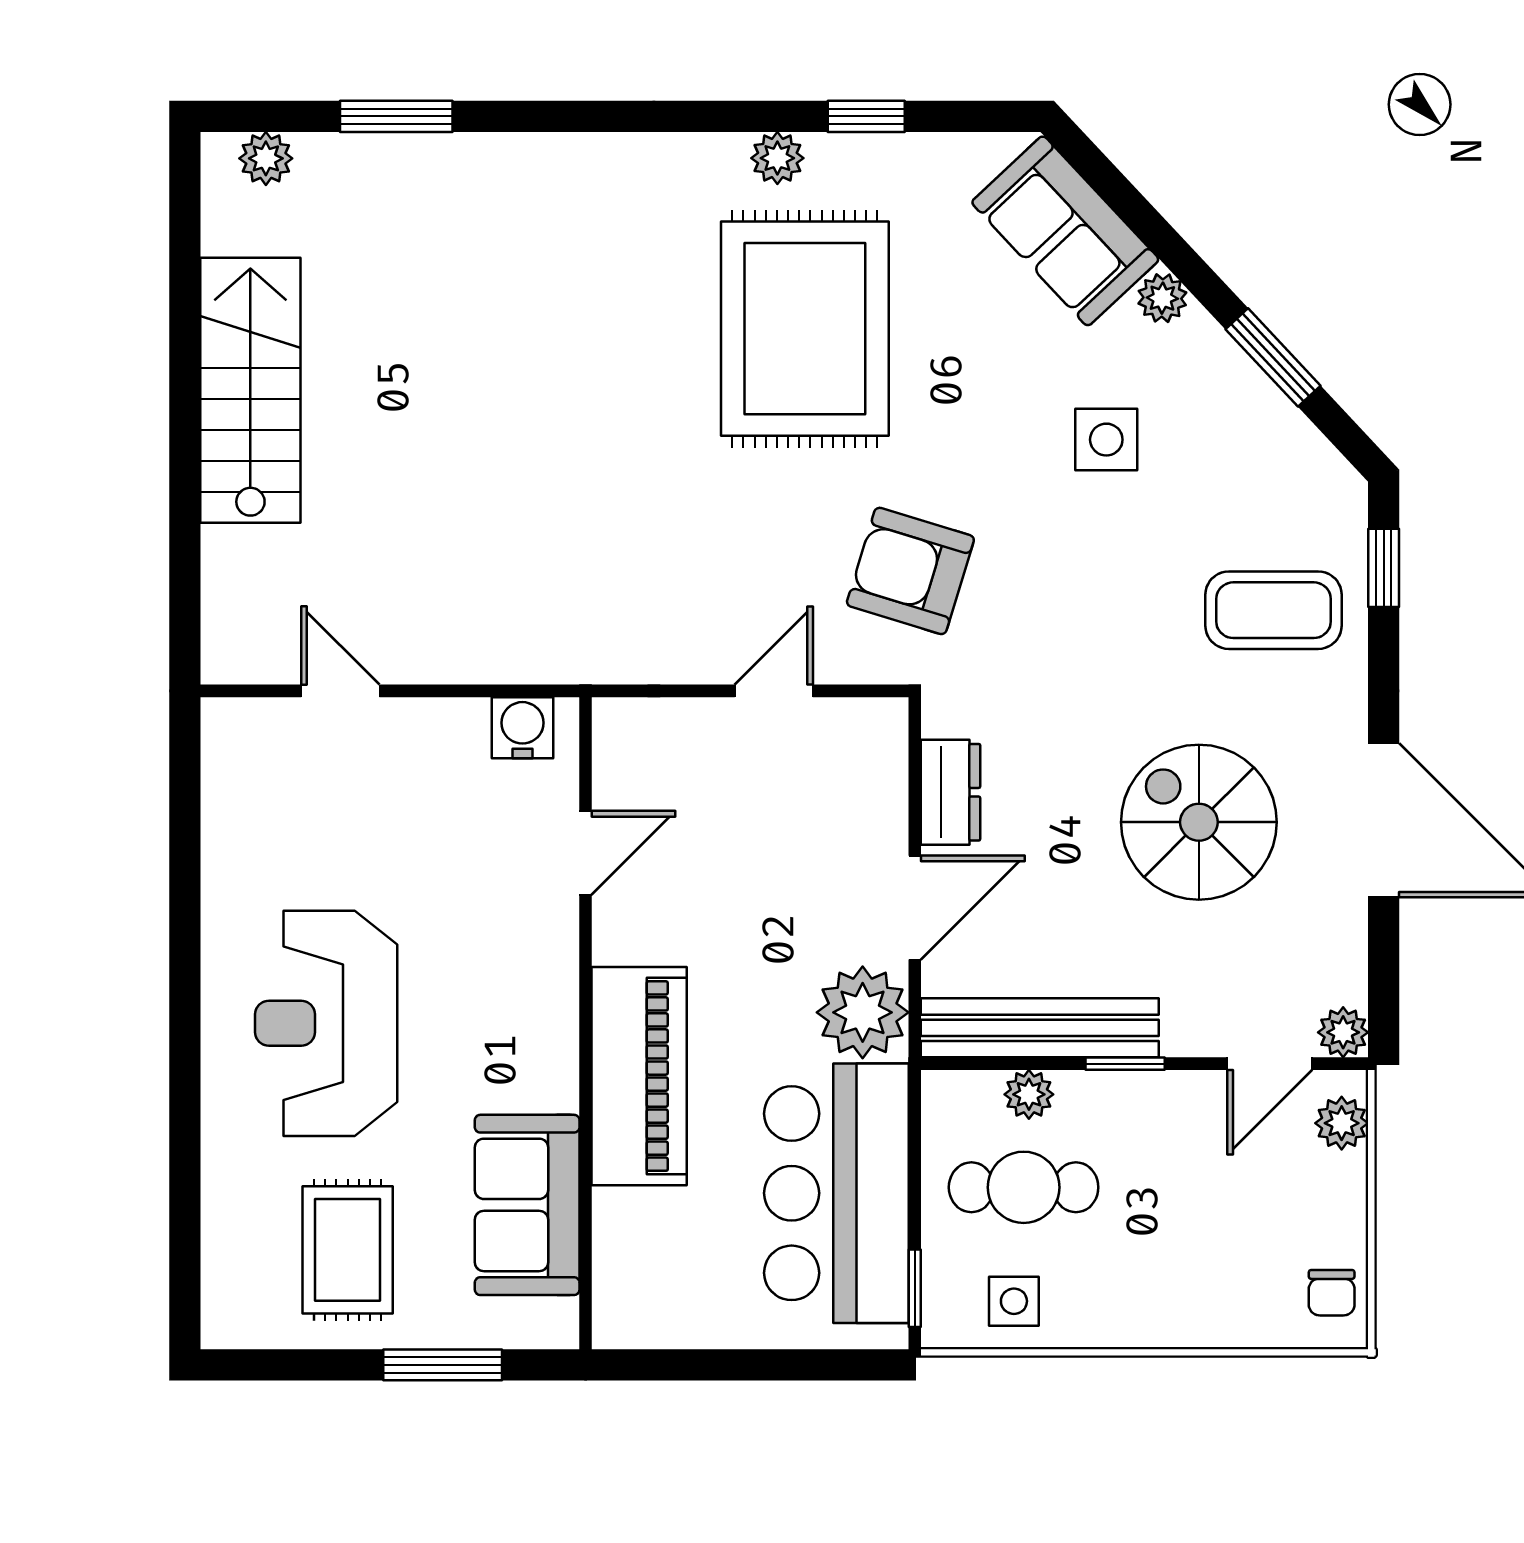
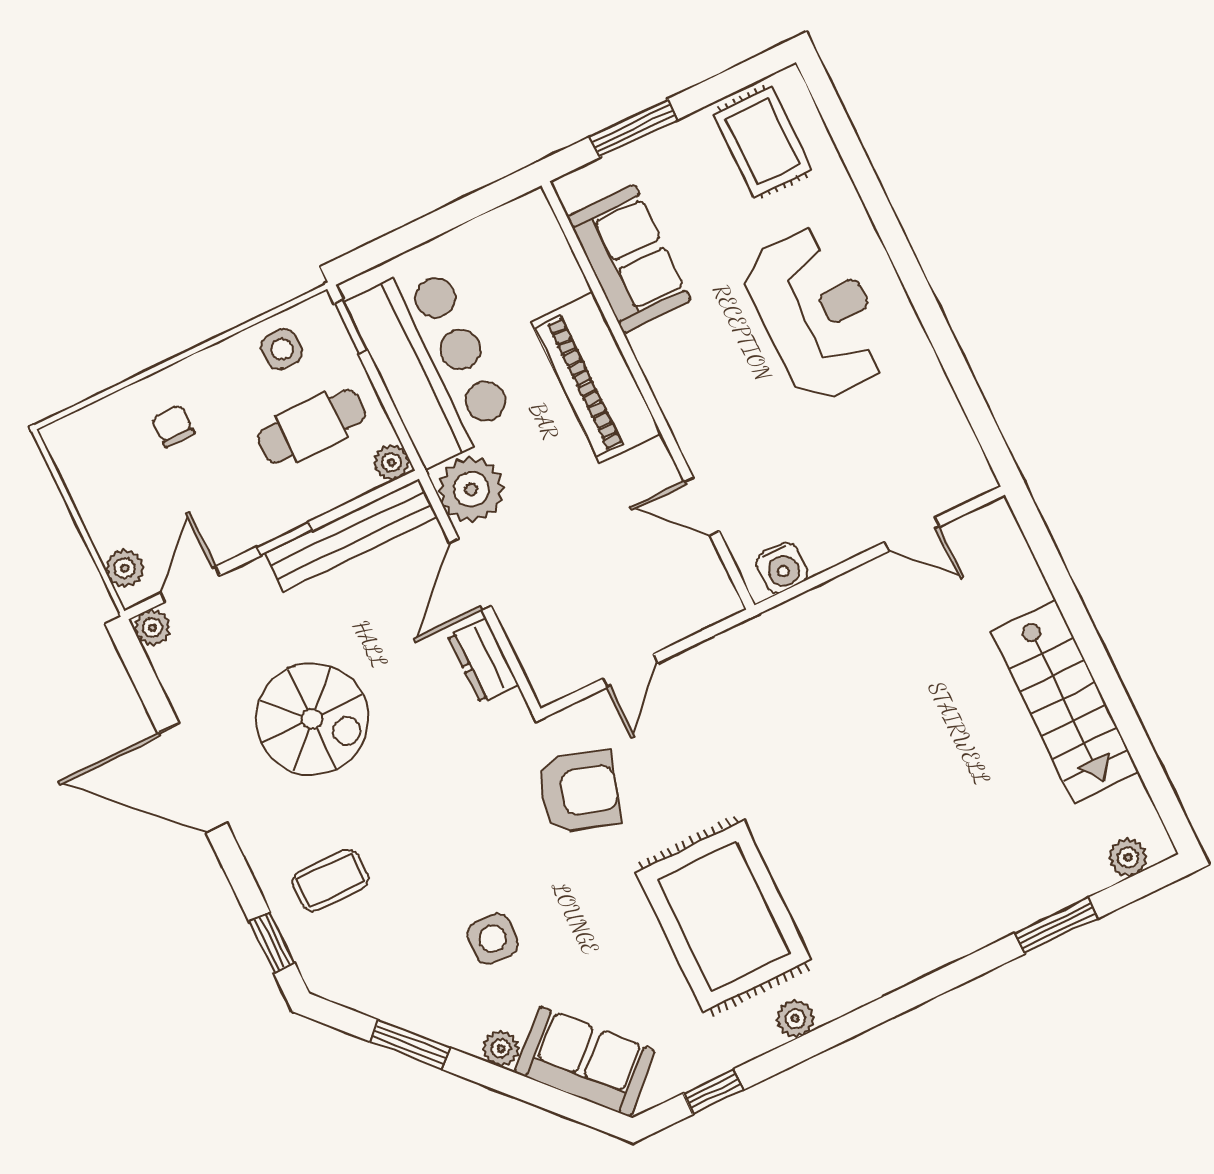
window: (866, 116) -> (713, 1092), moved
coffee table: (1273, 610) -> (330, 880), width x0.73, depth x0.77
door: (586, 853) -> (702, 506), hinge flipped
plant: (1029, 1094) -> (392, 462), moved
rug: (348, 1250) -> (763, 142), moved
chair: (1332, 1293) -> (173, 426), moved

